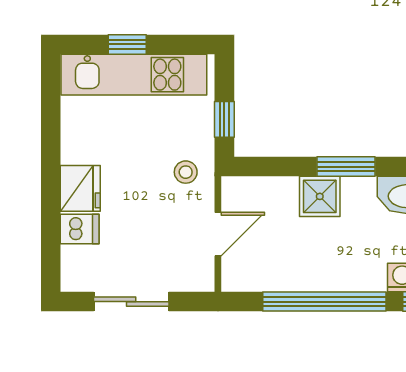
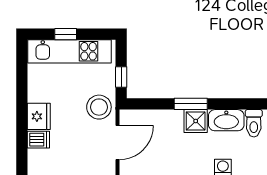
stool: (186, 172) -> (99, 107), width x1.89, depth x1.89
shower: (320, 196) -> (196, 121), moved
door: (218, 234) -> (117, 143), width x1.38

